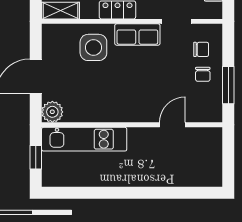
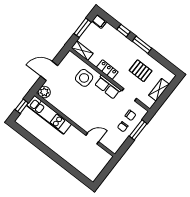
window: (228, 85) -> (138, 130), moved

